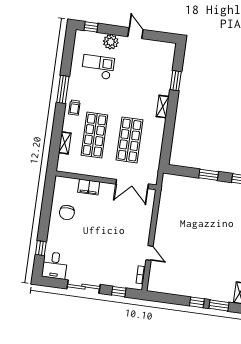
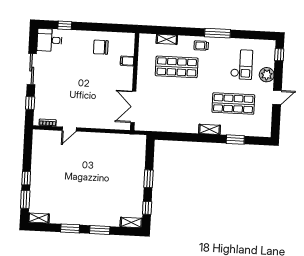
shop shelf: (129, 140) -> (233, 104), moved
filing cabinet: (89, 187) -> (127, 61), width x0.50

